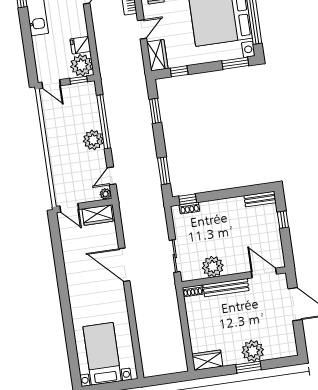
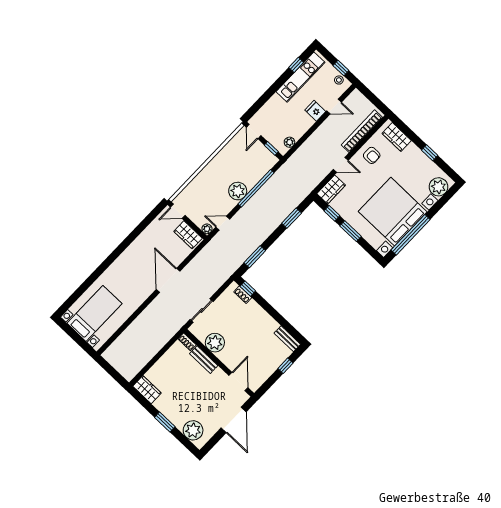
fridge: (80, 45) -> (315, 111), moved
window: (235, 63) -> (351, 231), moved
plant: (81, 65) -> (289, 142), width x0.53, depth x0.53
door: (69, 208) -> (178, 211), hinge flipped
bench: (226, 288) -> (204, 360), width x0.73
plant: (253, 351) -> (193, 430), moved

